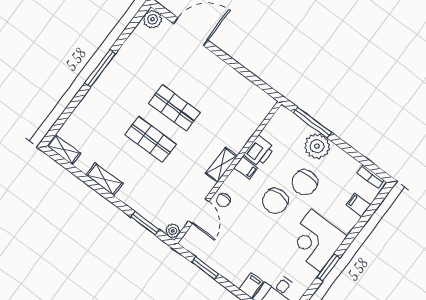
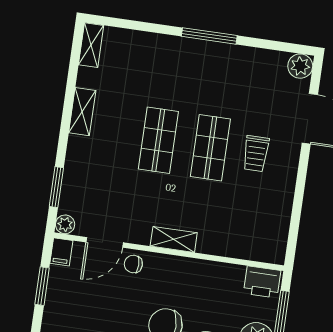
trolley: (194, 80) -> (256, 154), added
printer: (259, 151) -> (262, 282), moved
filing cabinet: (246, 168) -> (61, 252), moved

